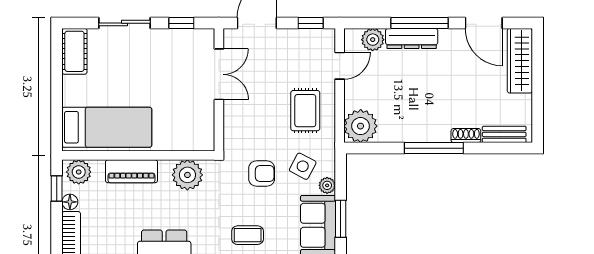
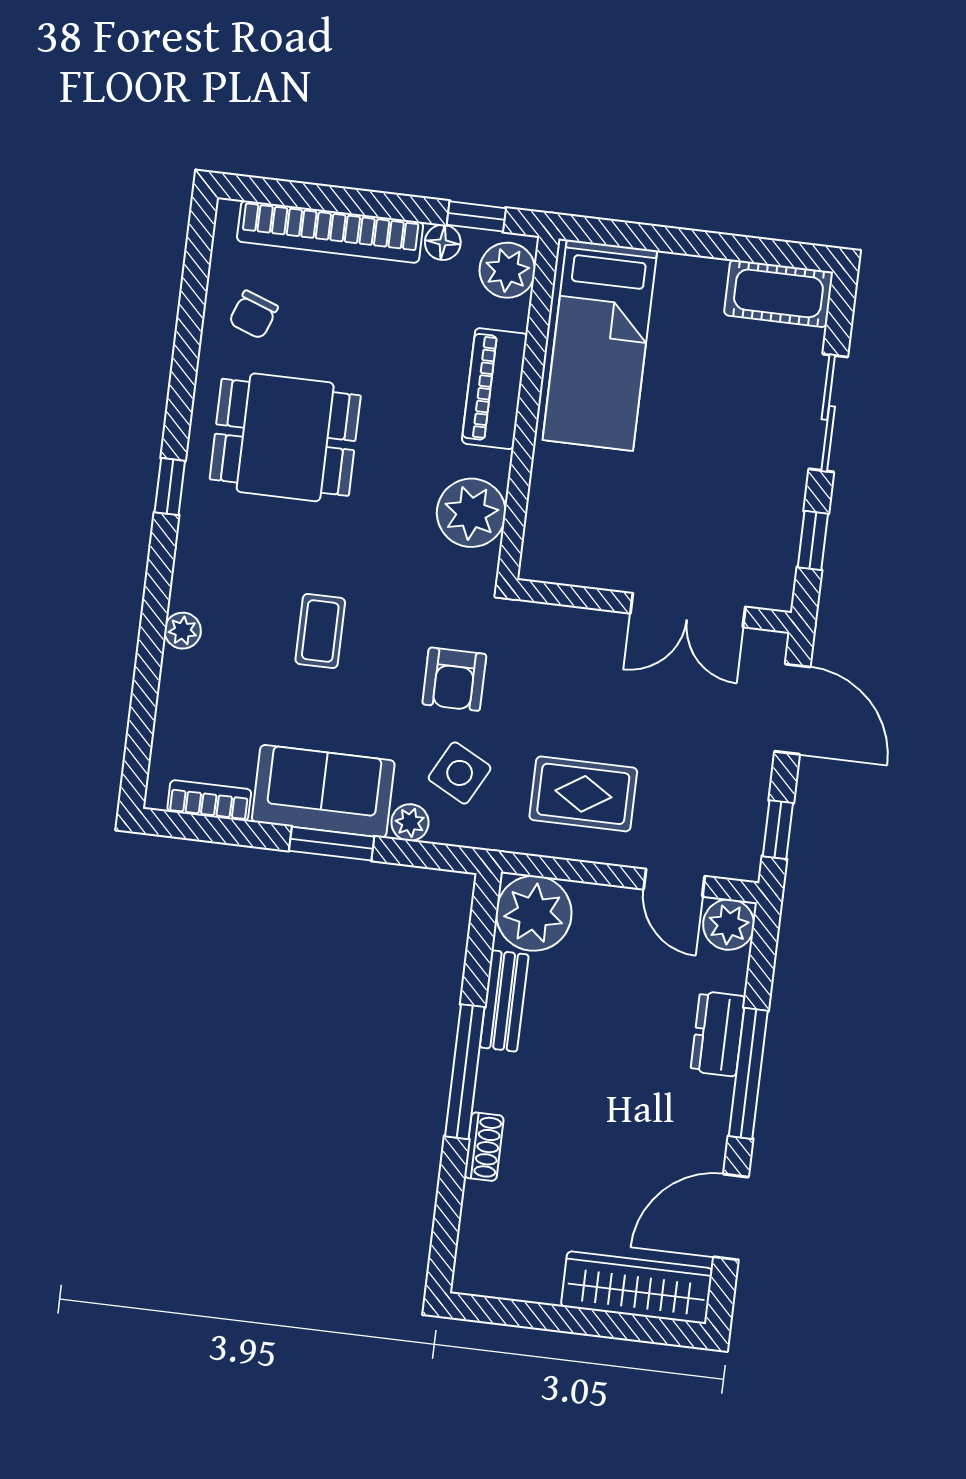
dresser: (412, 38) -> (718, 1034), width x0.70
plant: (373, 40) -> (729, 925), moved
bench: (504, 134) -> (504, 1001), moved

